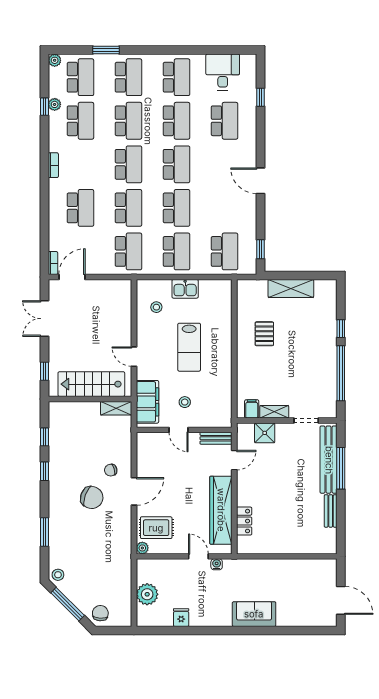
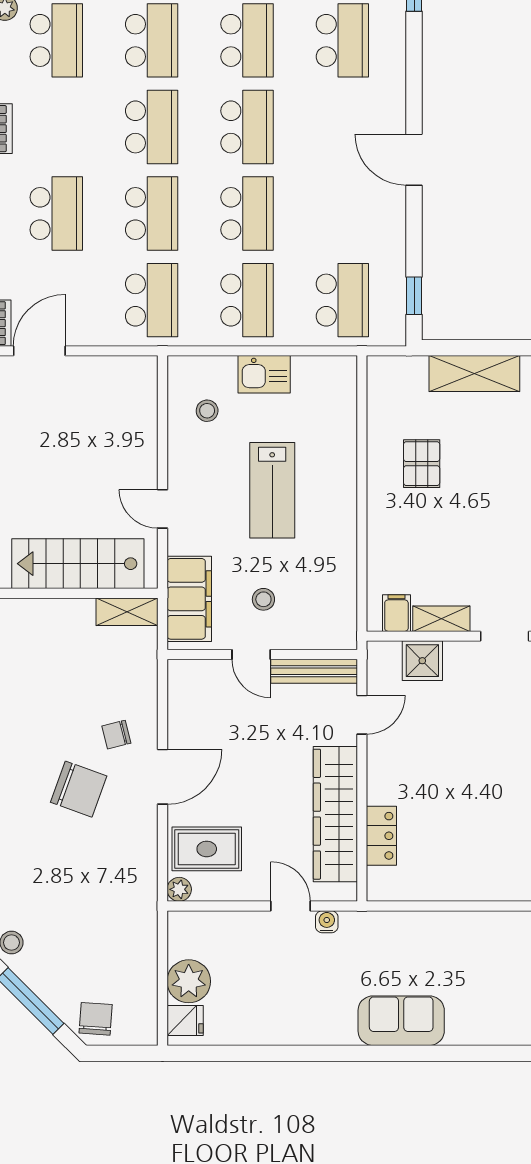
bench: (216, 438) -> (314, 671), width x1.36
fridge: (181, 618) -> (185, 1020), moved, turned 90

